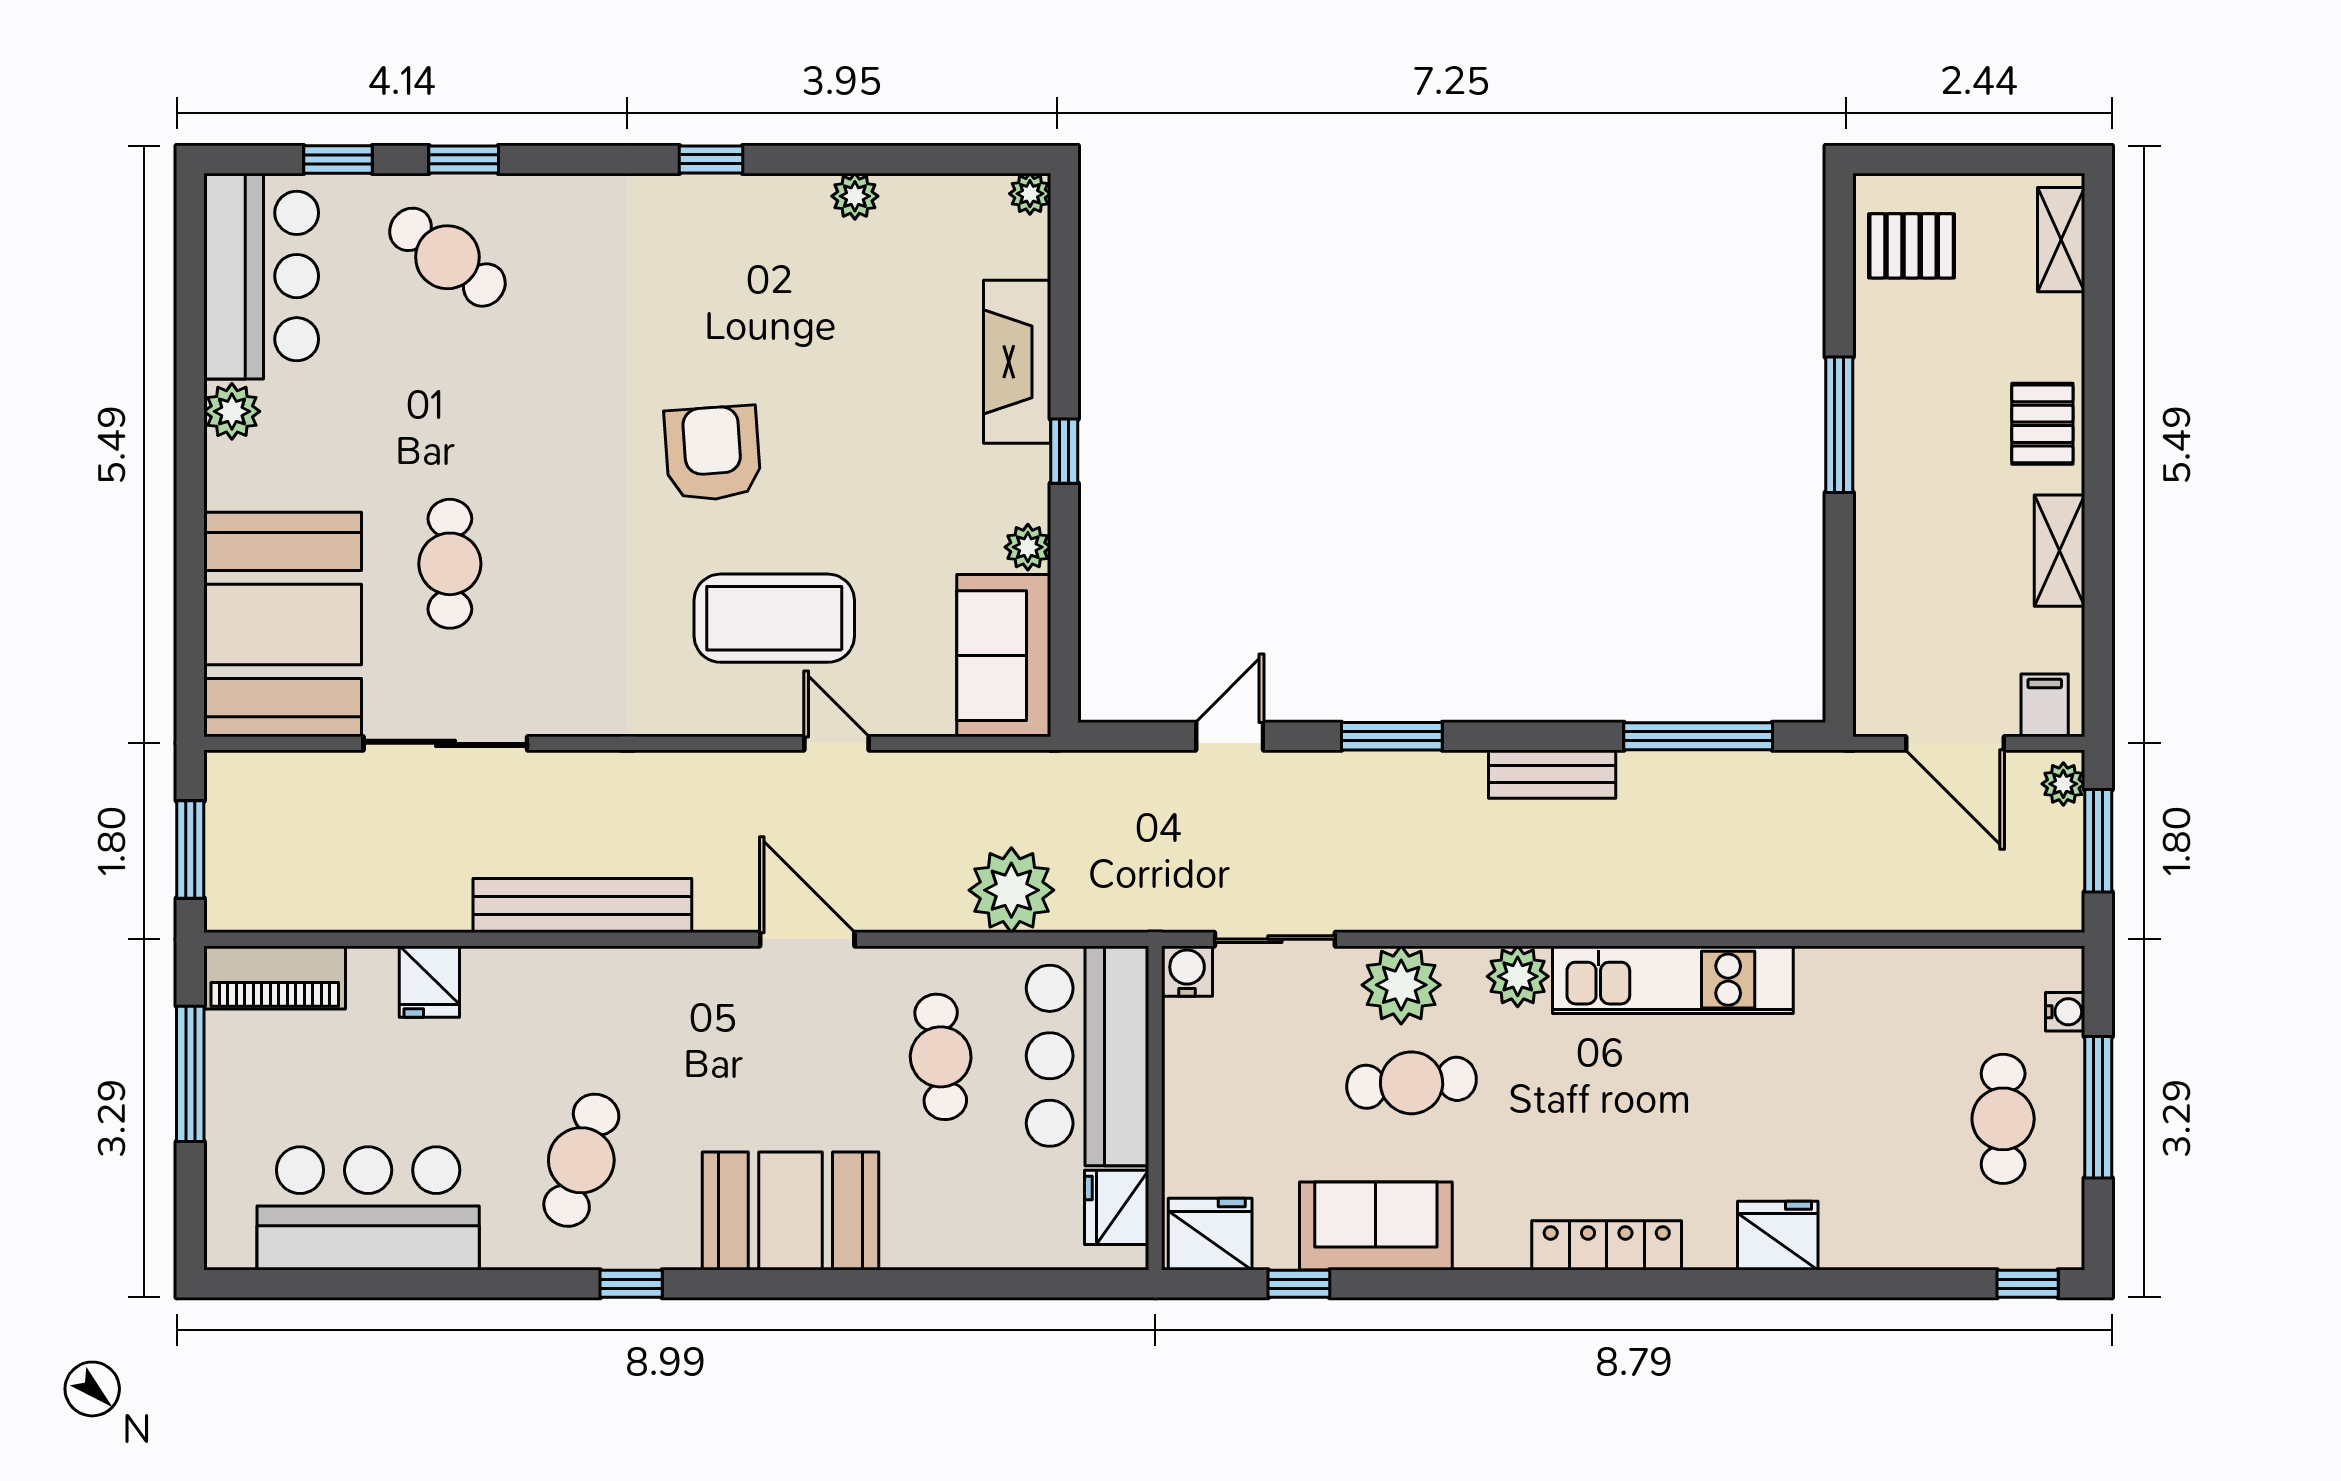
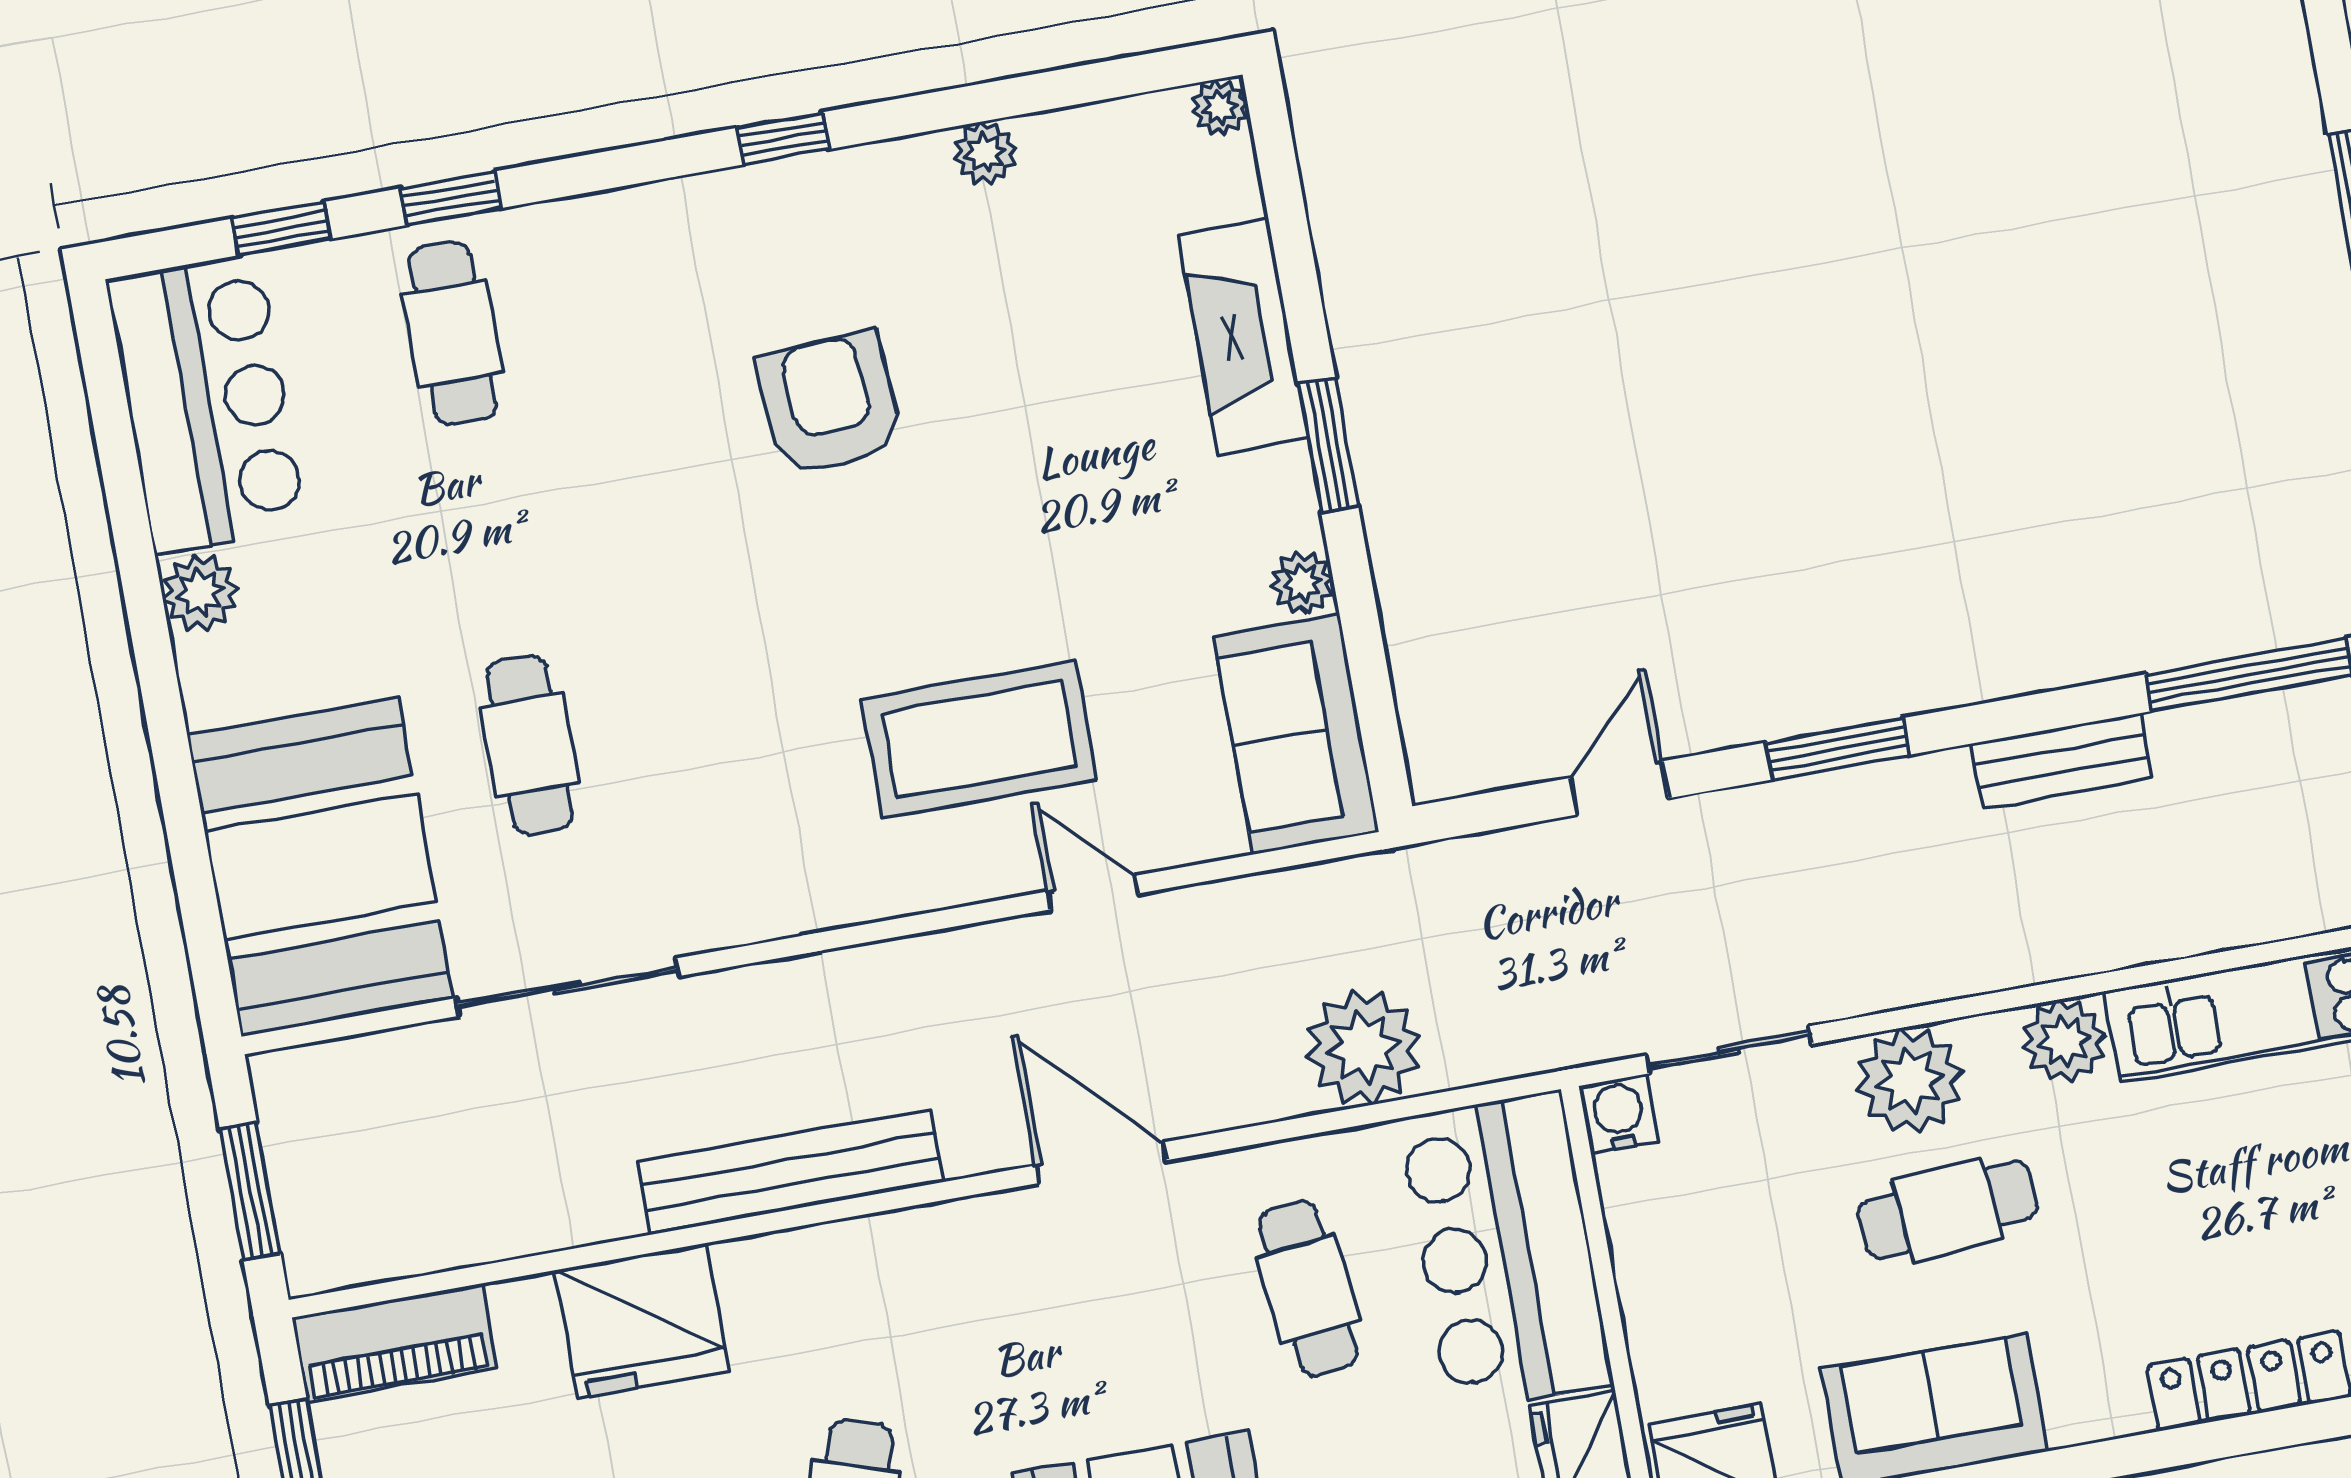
cafe table: (447, 257) -> (452, 333), turned 53
window: (1064, 451) -> (1328, 445), width x1.50
armchair: (713, 453) -> (830, 404), moved
fridge: (429, 982) -> (642, 1321), width x1.88, depth x1.34

